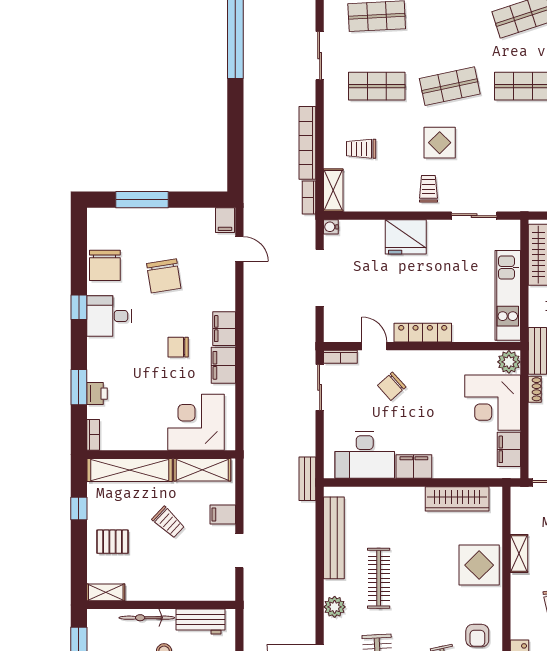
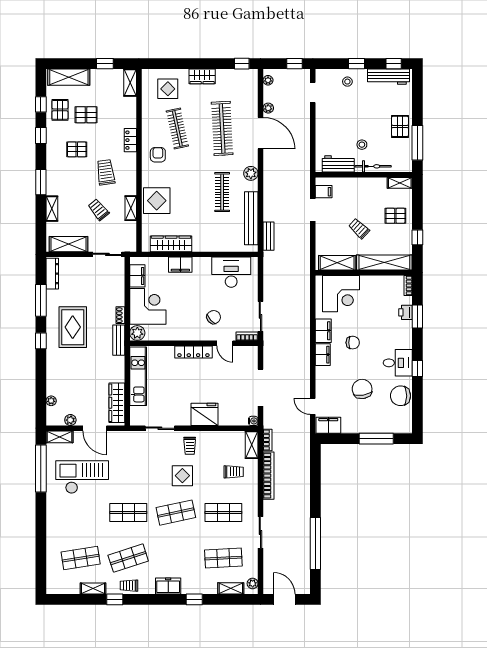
filing cabinet: (225, 220) -> (328, 425), width x2.00
chair: (105, 265) -> (400, 396), turned -90
filing cabinet: (414, 467) -> (180, 265), moved
bench: (307, 479) -> (269, 236), moved
filing cabinet: (223, 515) -> (324, 192), moved

